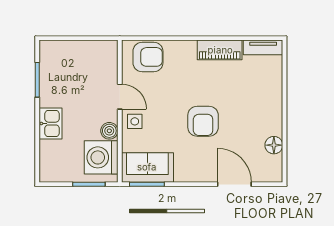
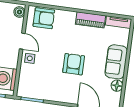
armchair: (203, 121) -> (74, 64), turned 180
boiler: (109, 131) -> (19, 12), moved
sofa: (147, 167) -> (116, 62), moved, turned -90

